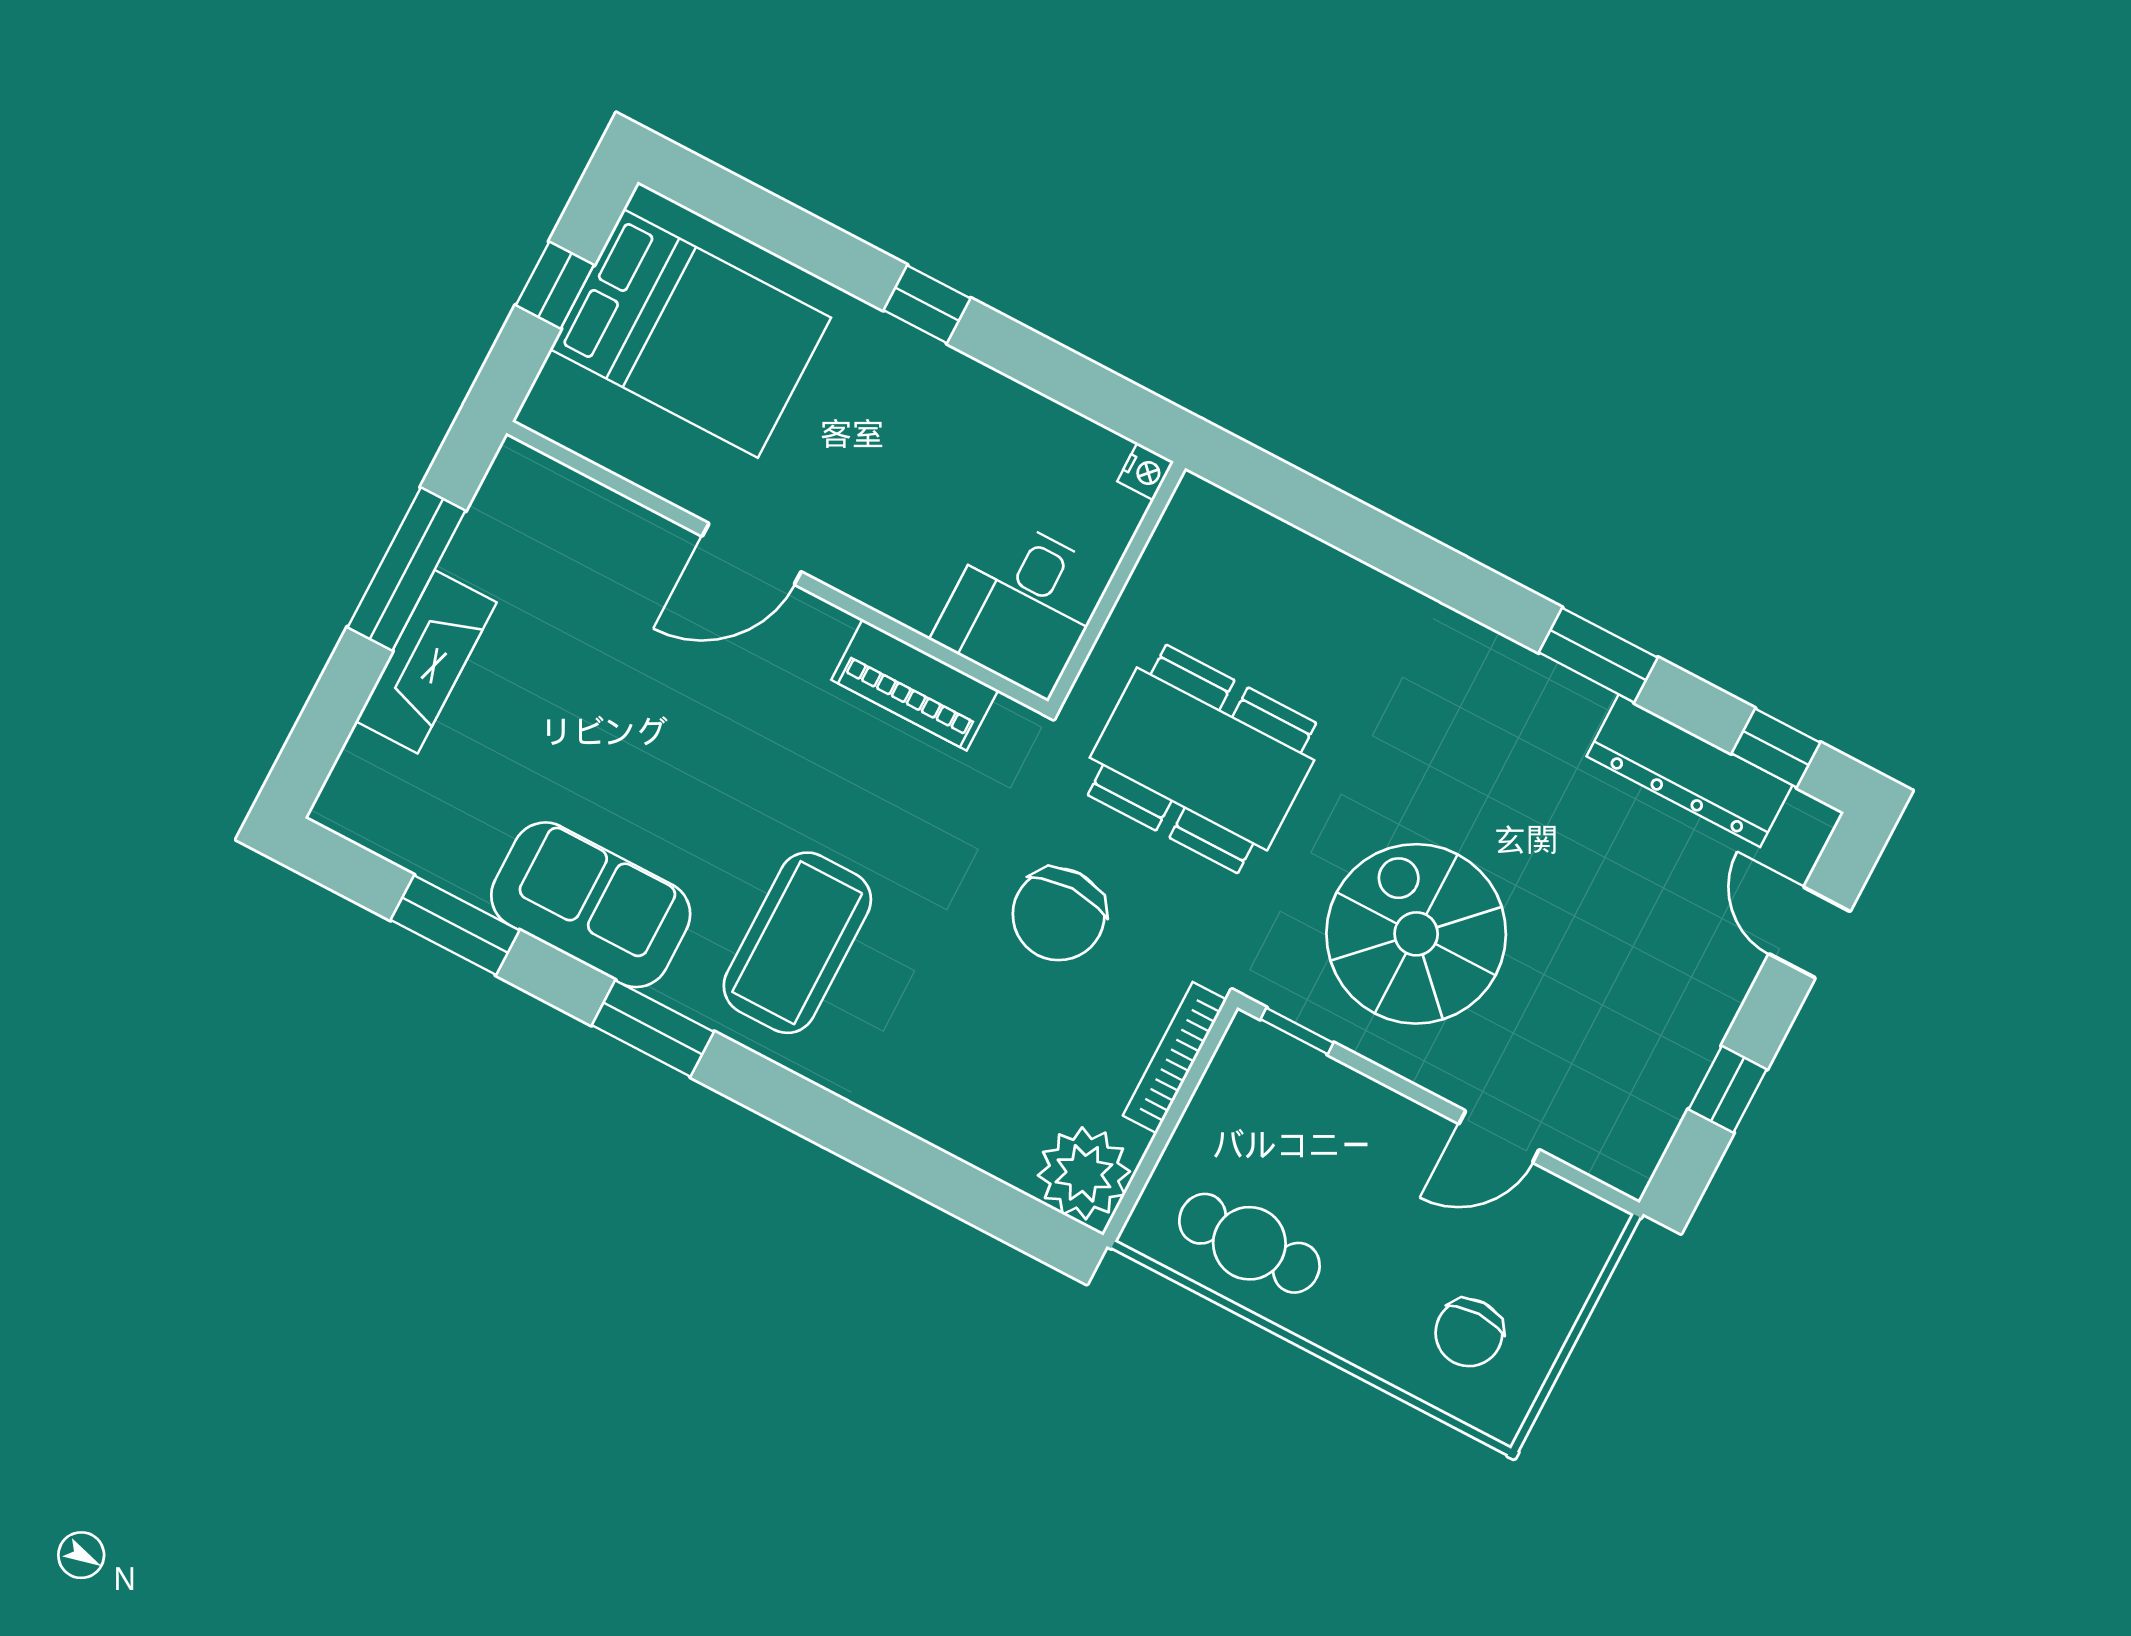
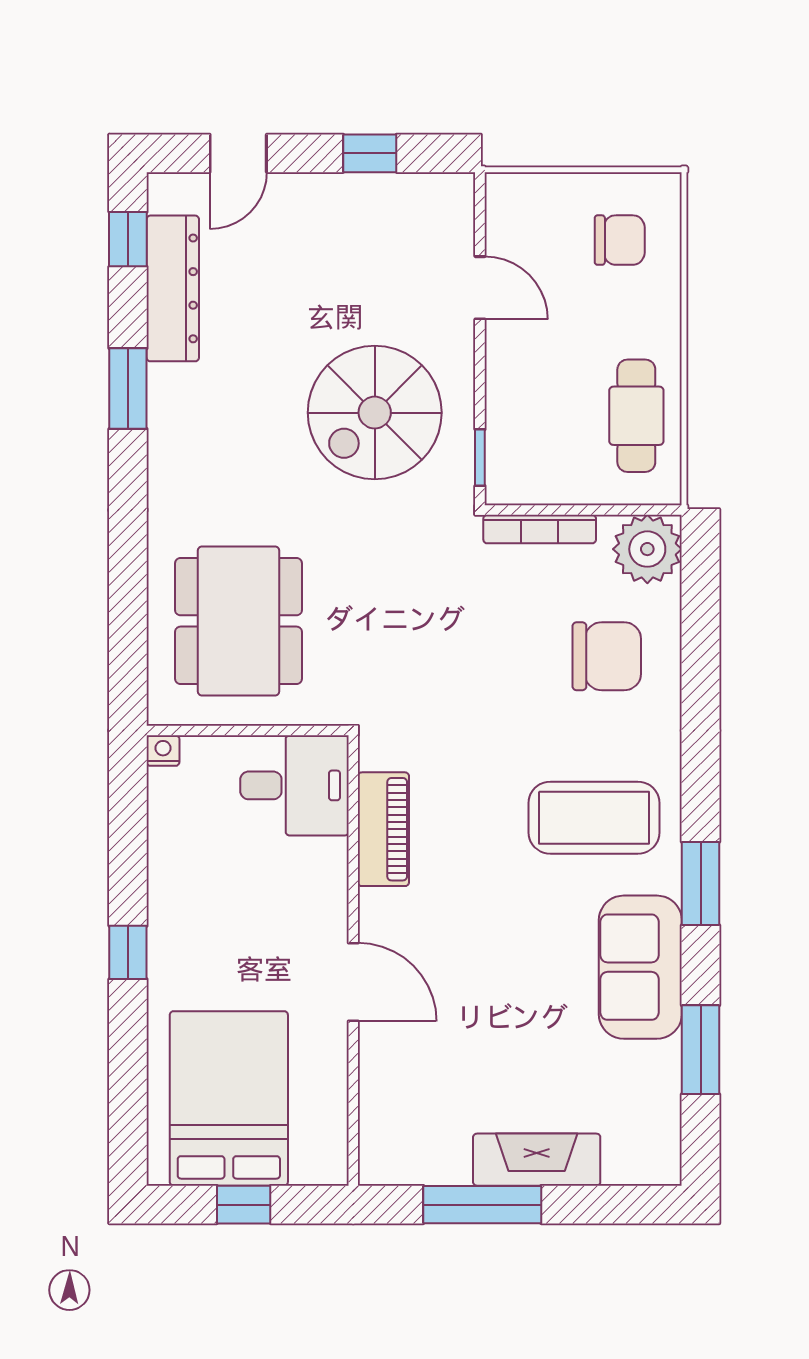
dining table: (1202, 759) -> (239, 621), moved
chair: (1059, 914) -> (607, 656), moved

